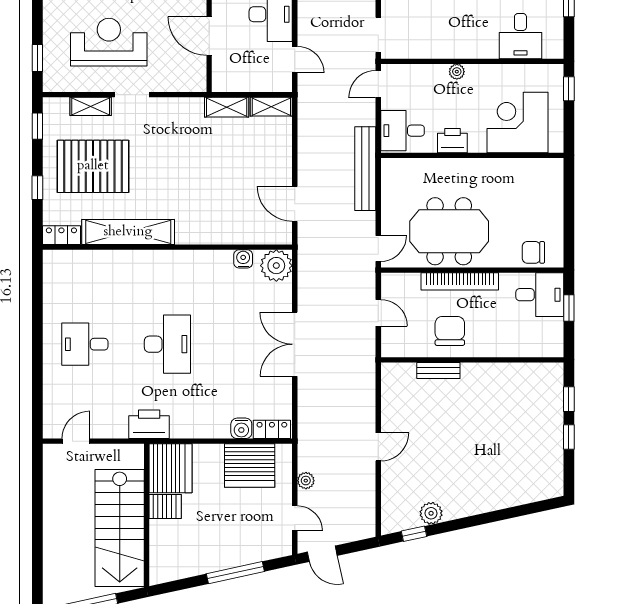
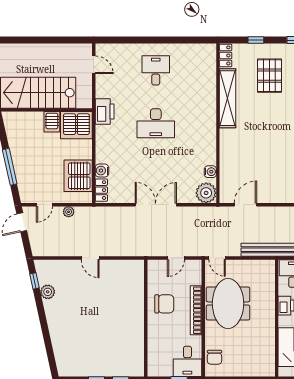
pallet: (93, 166) -> (270, 76), width x0.73, depth x0.71
chair: (533, 252) -> (214, 357), turned 180
bench: (438, 371) -> (139, 296), removed

